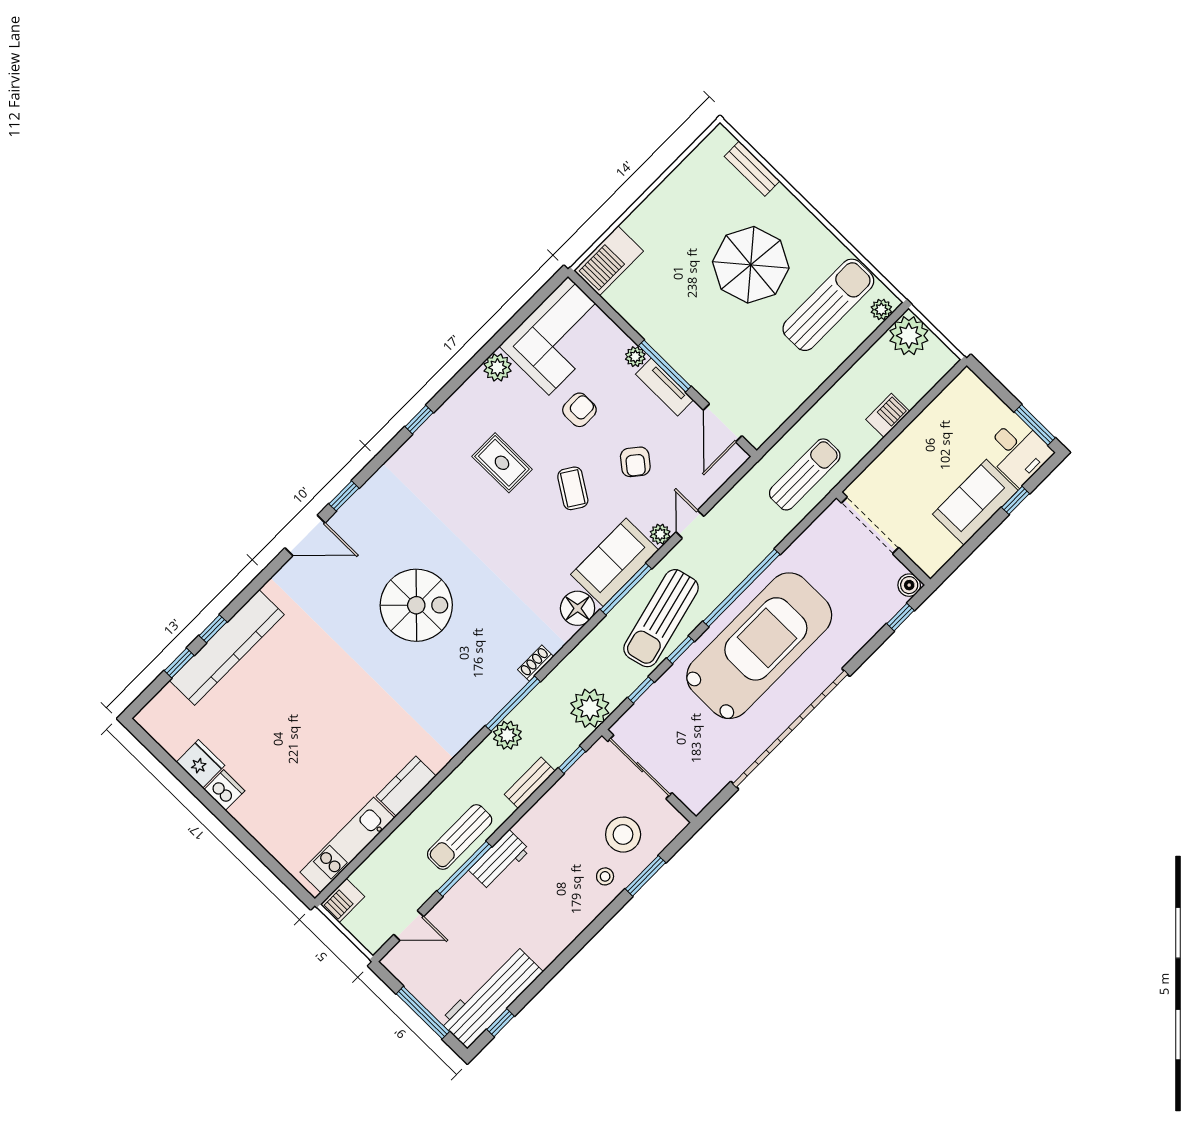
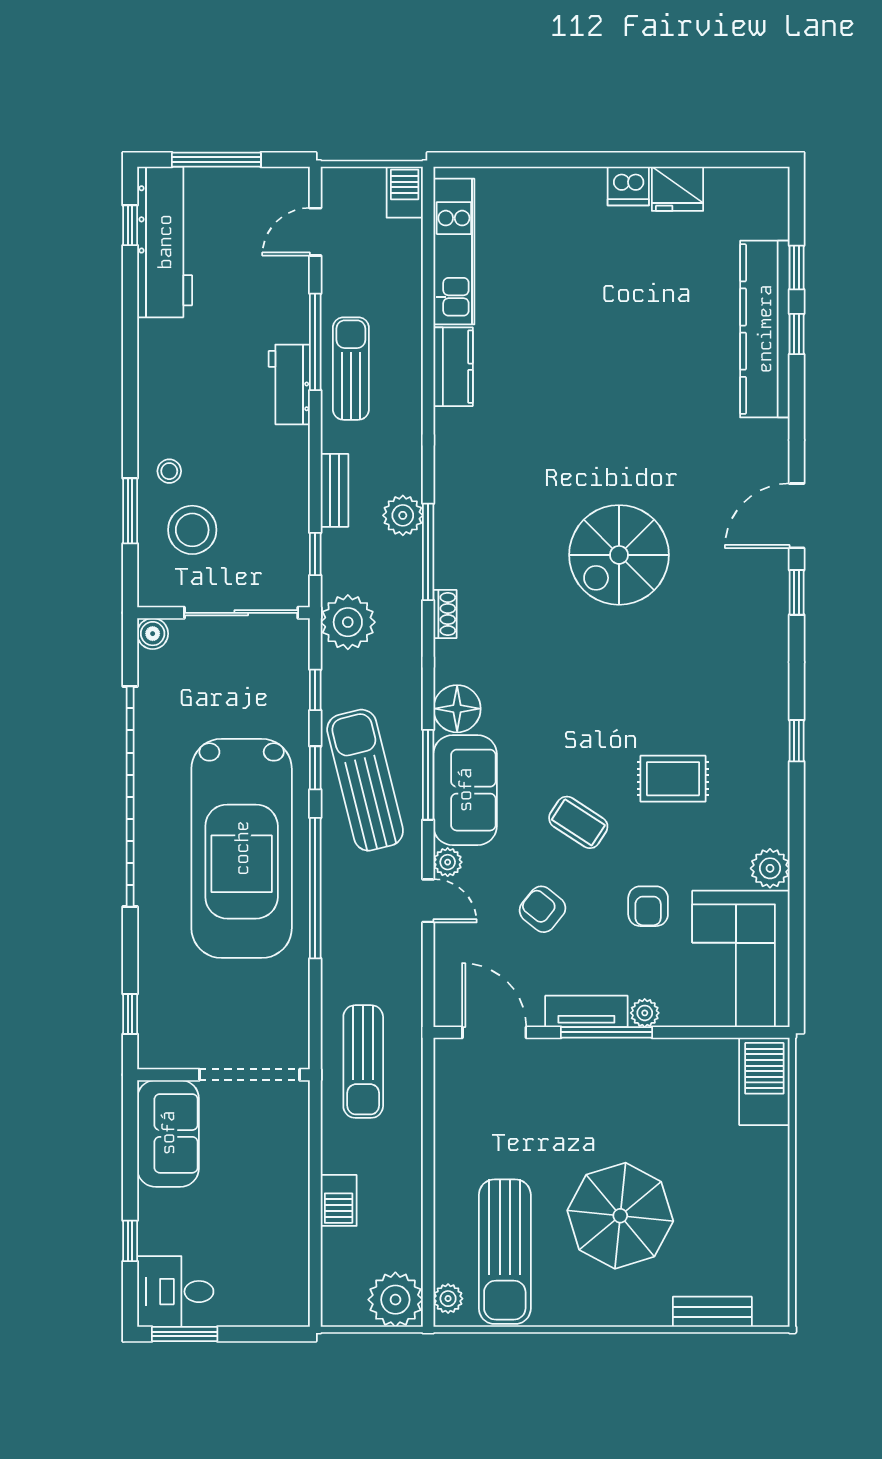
sofa: (975, 502) -> (168, 1133), moved
boiler: (909, 585) -> (153, 634), moved

